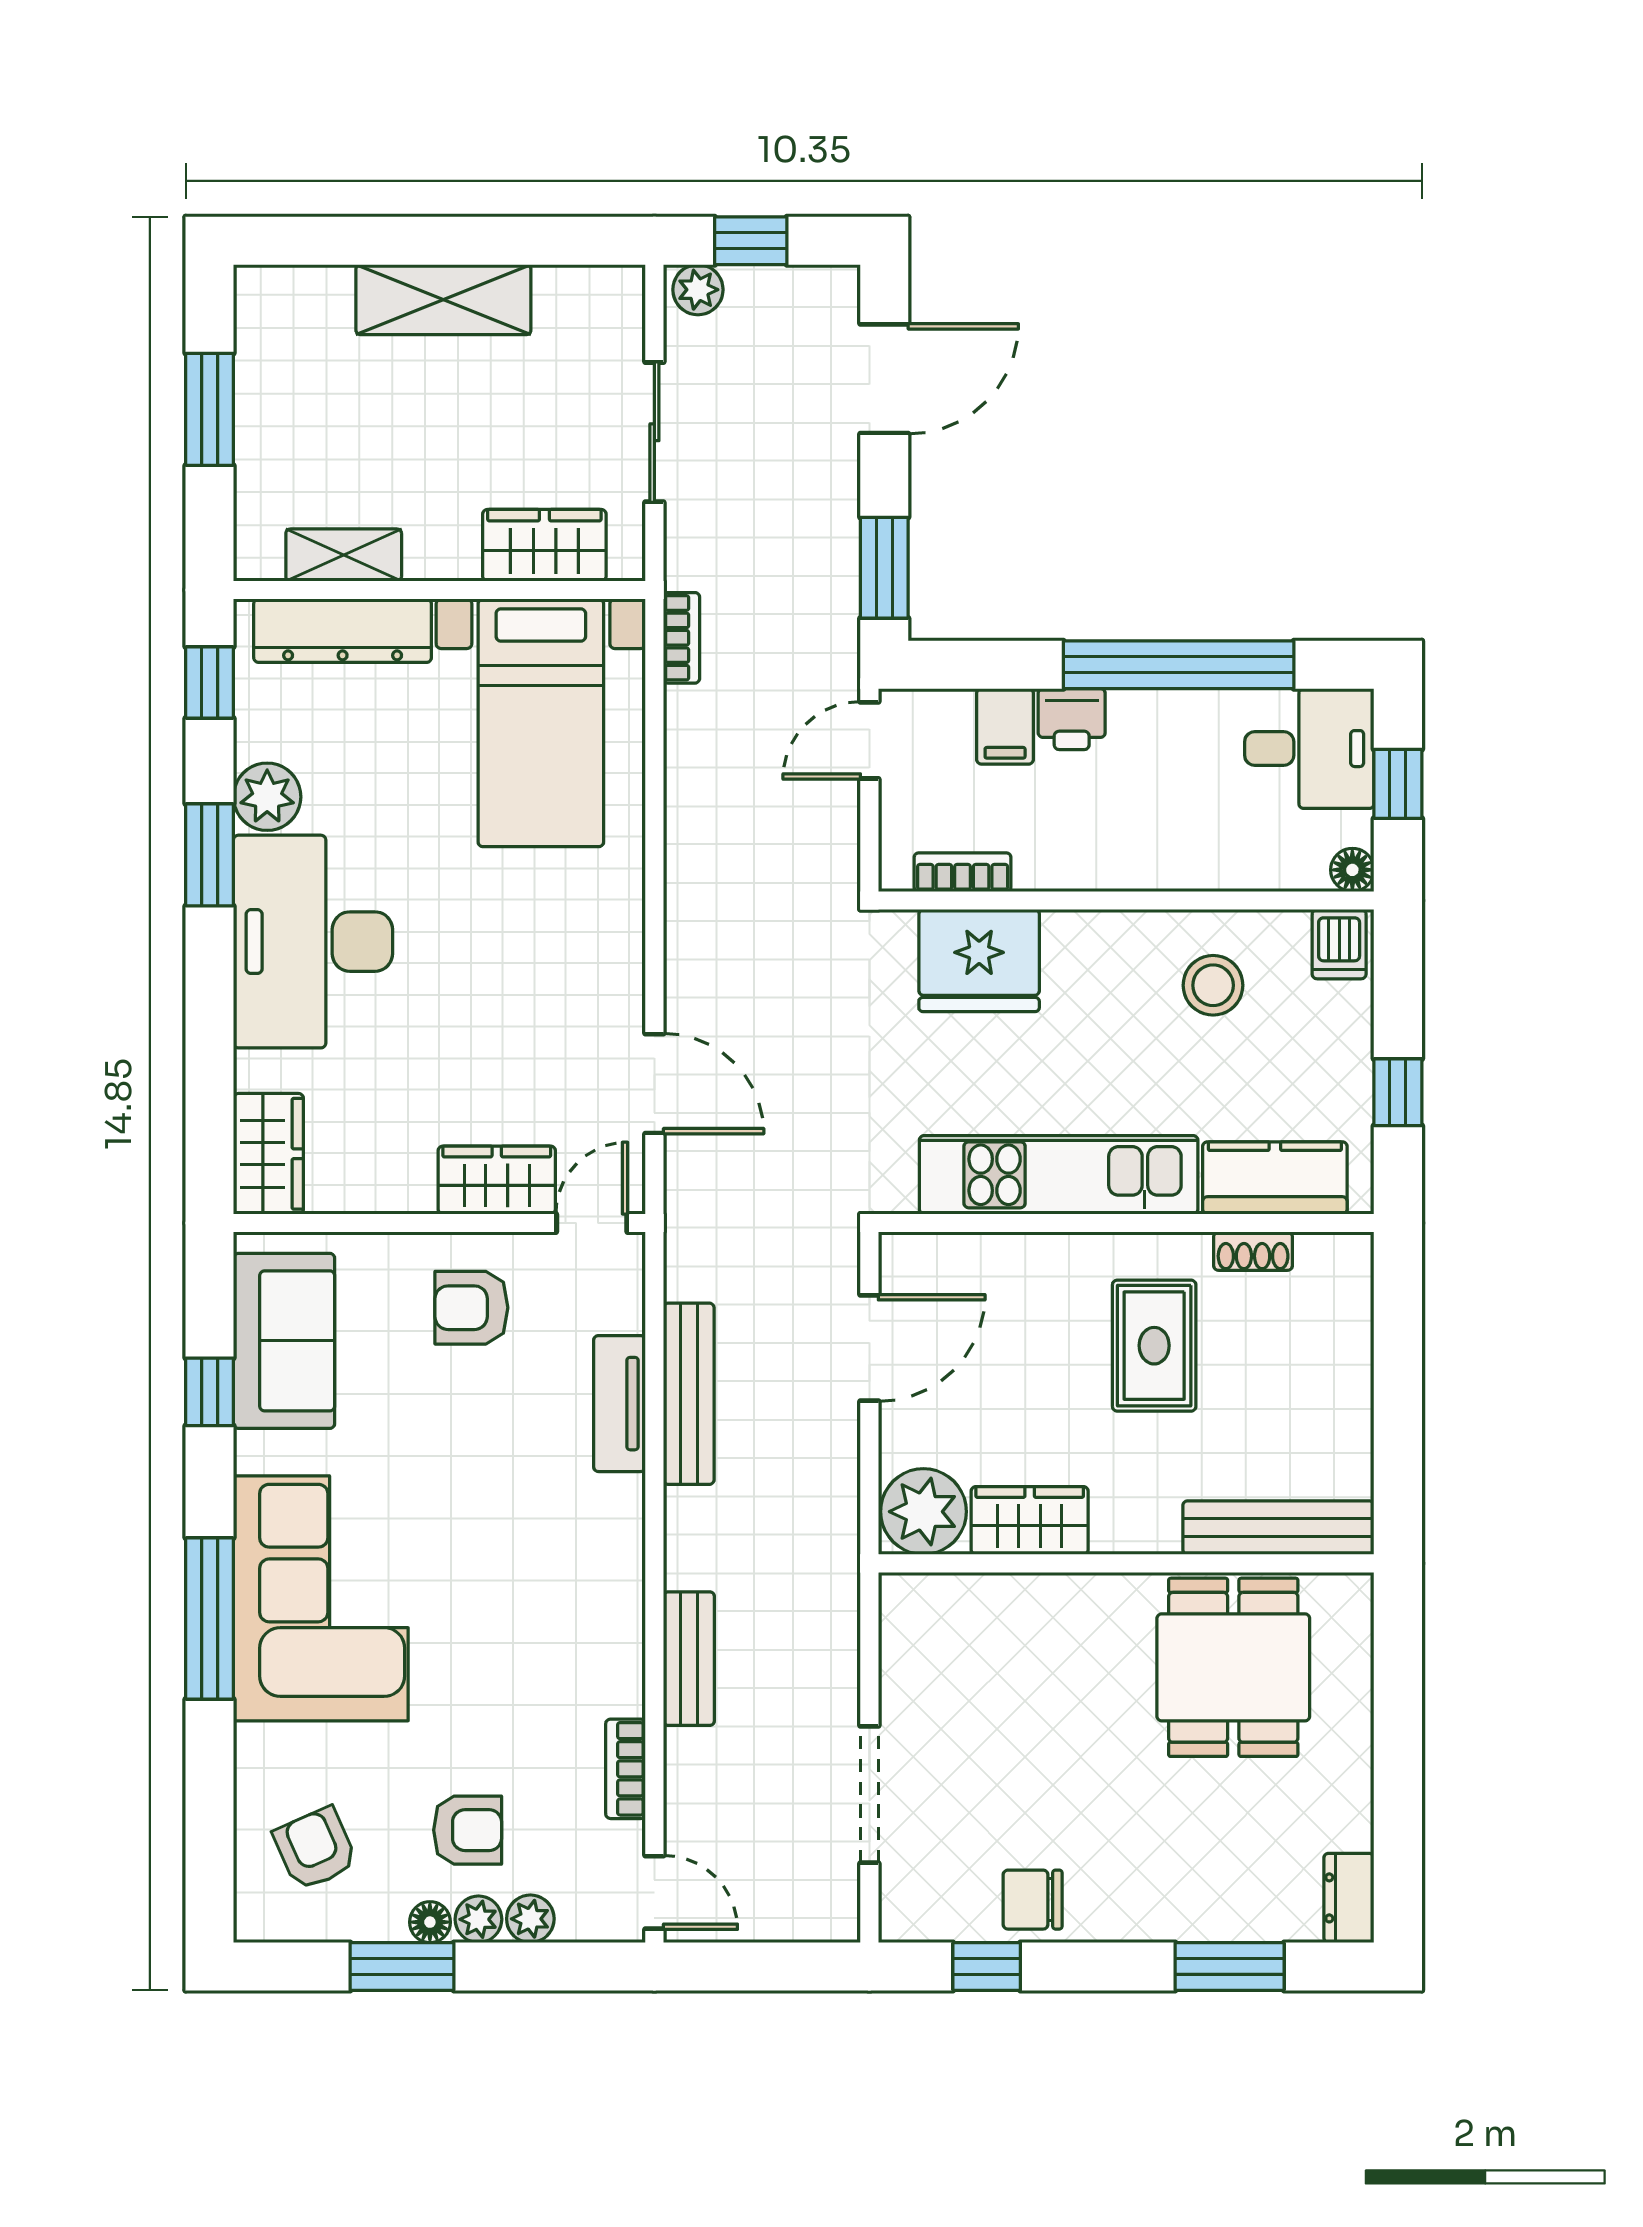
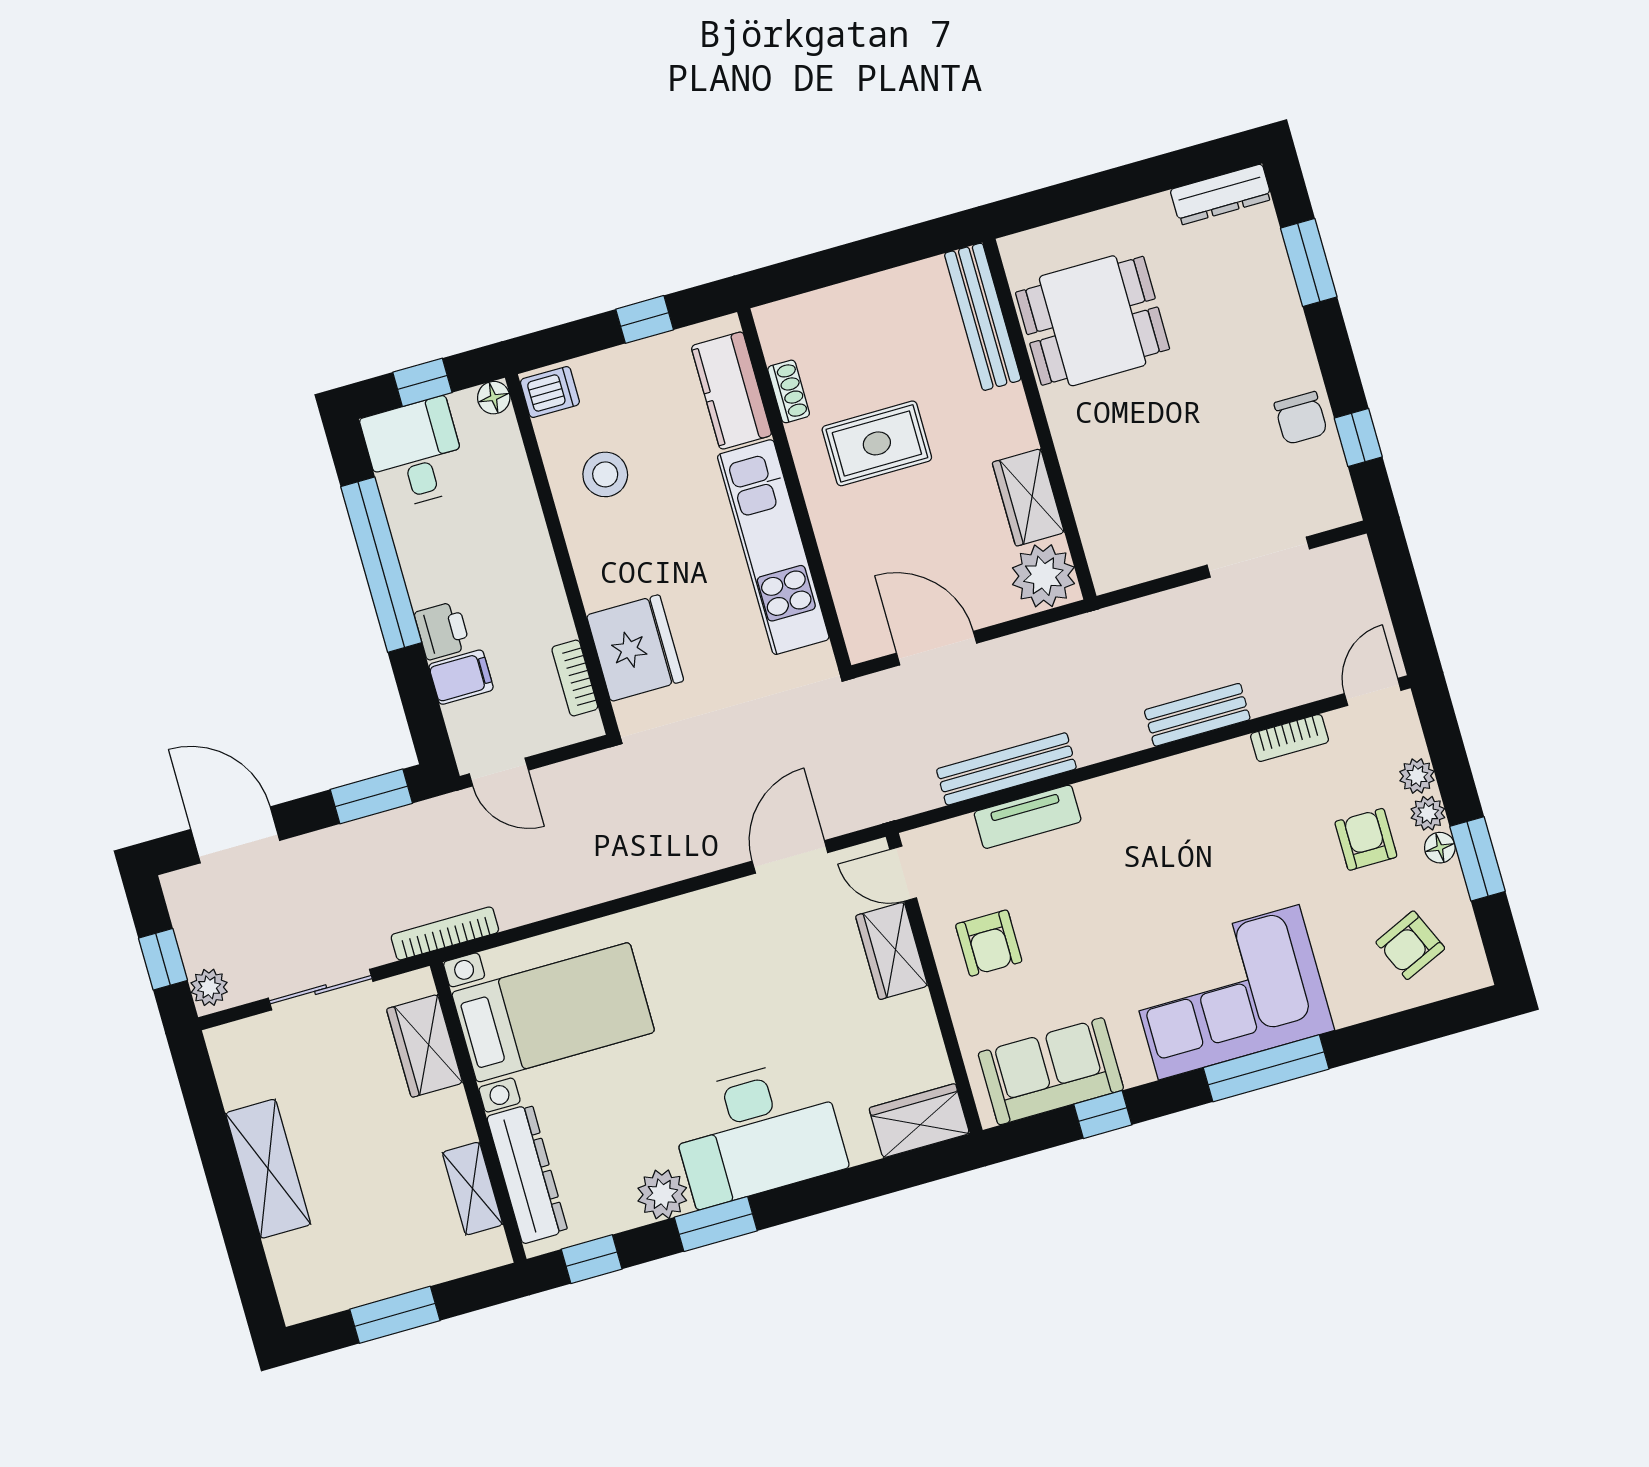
bookcase: (681, 638) -> (445, 933), width x1.56
dresser: (1349, 1898) -> (1221, 194), width x1.44

